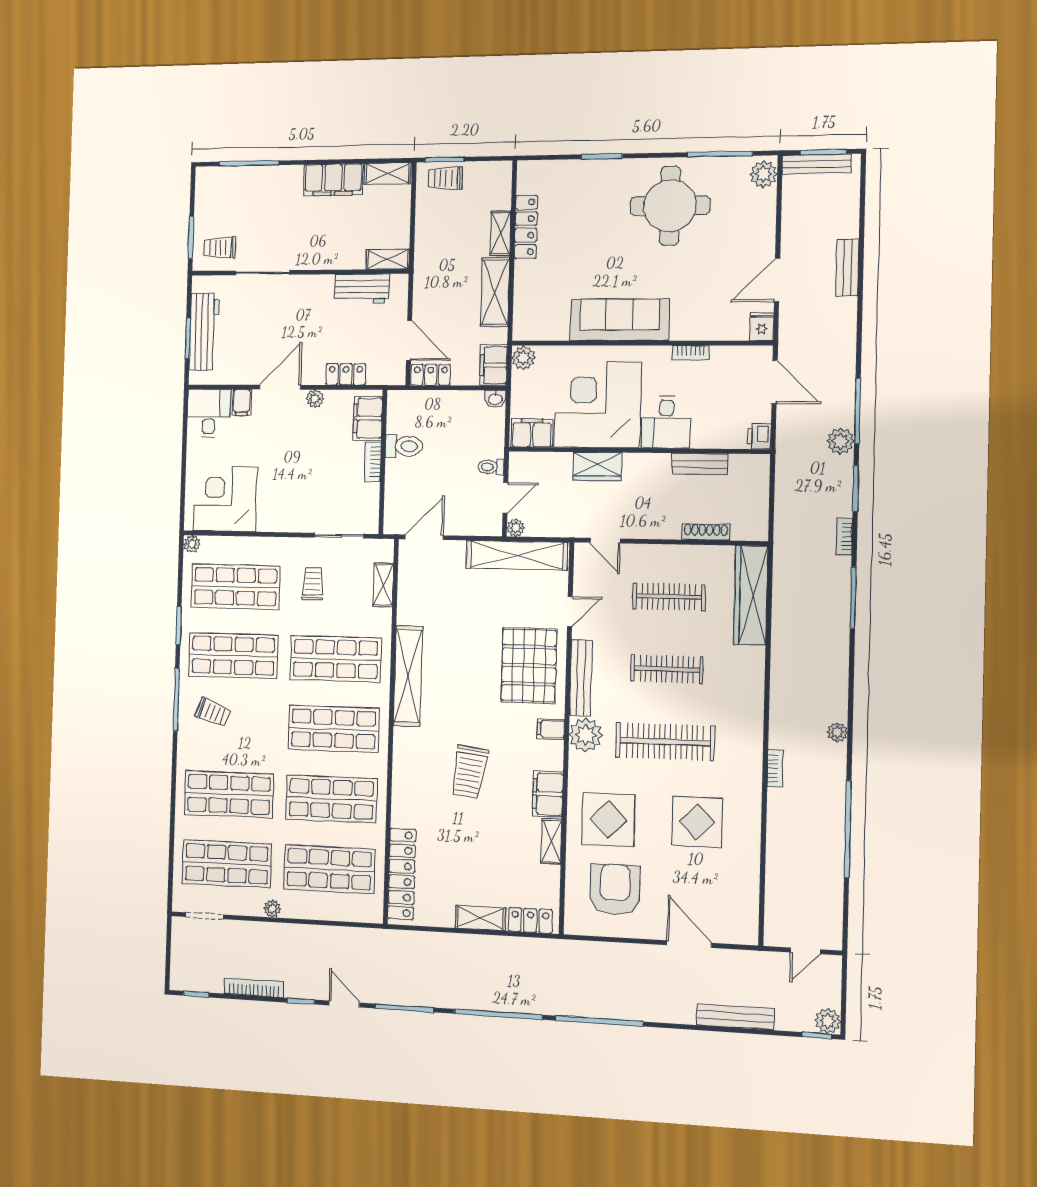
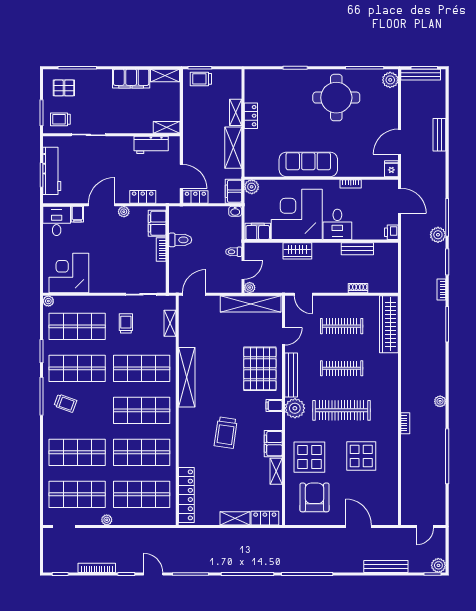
pallet: (227, 197) -> (64, 88), added
locker: (526, 227) -> (251, 116), width x0.66
shoe rack: (706, 532) -> (358, 288), width x0.70

